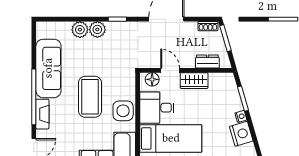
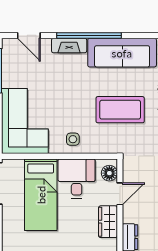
coffee table: (90, 97) -> (120, 110), moved
side table: (123, 111) -> (73, 139), width x0.54, depth x0.54

